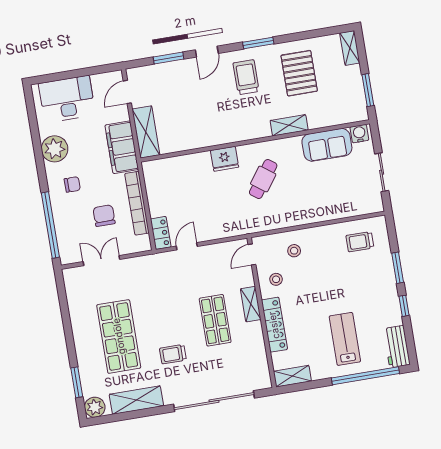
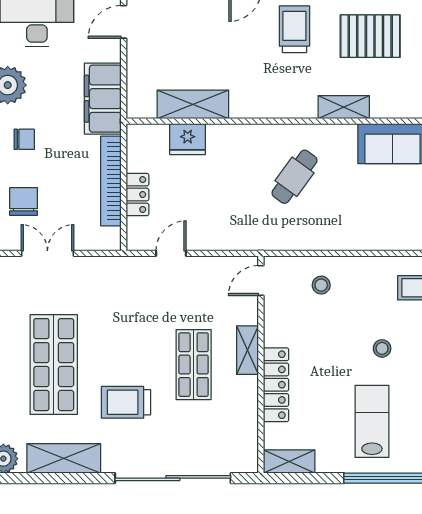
pallet: (299, 73) -> (370, 36), turned 90
shelving: (146, 132) -> (193, 104), moved, turned 90
fridge: (225, 159) -> (188, 139), moved
chair: (104, 216) -> (24, 201), moved
locker: (161, 233) -> (137, 195), moved
stool: (276, 279) -> (382, 348), moved
trolley: (173, 354) -> (126, 402), width x1.36, depth x1.39

